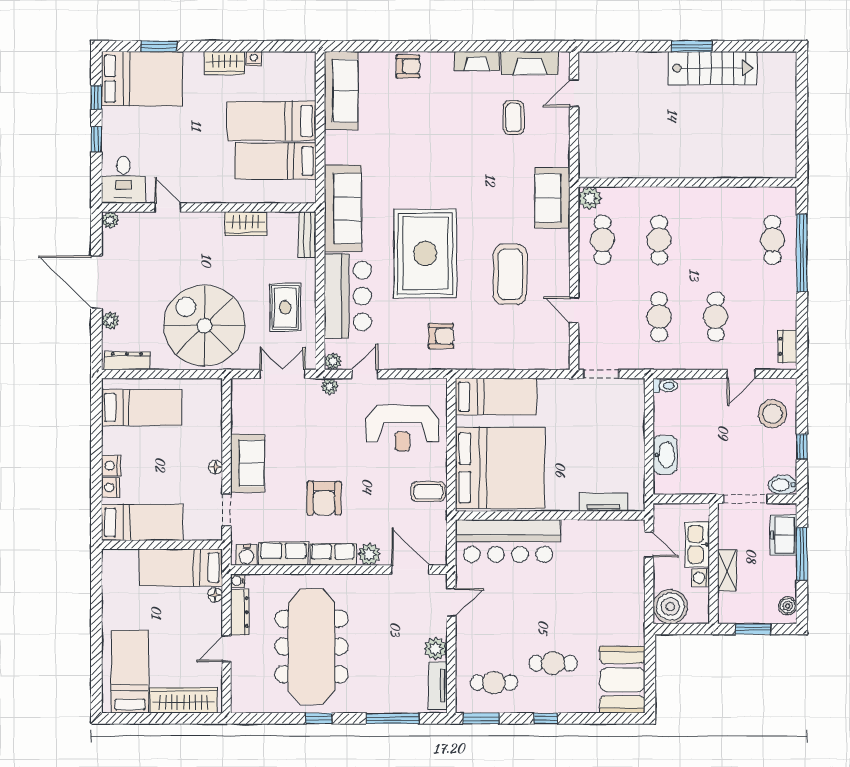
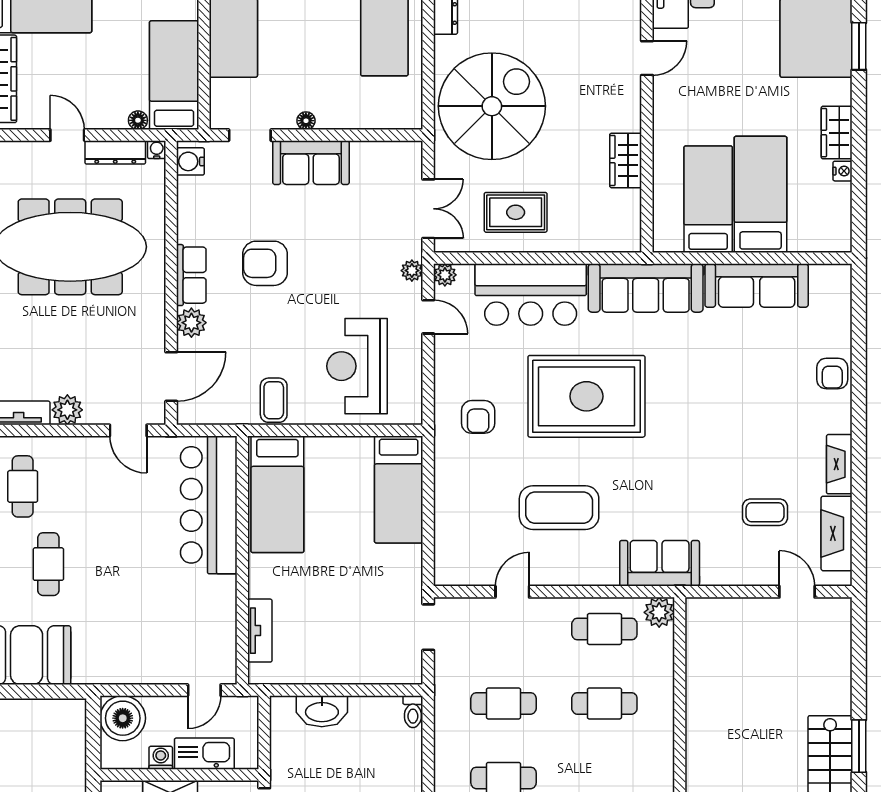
sofa: (341, 91) -> (757, 286), moved
bench: (307, 235) -> (611, 241), removed
bed: (500, 468) -> (277, 494), width x0.49
row of seats: (283, 554) -> (192, 210), removed

